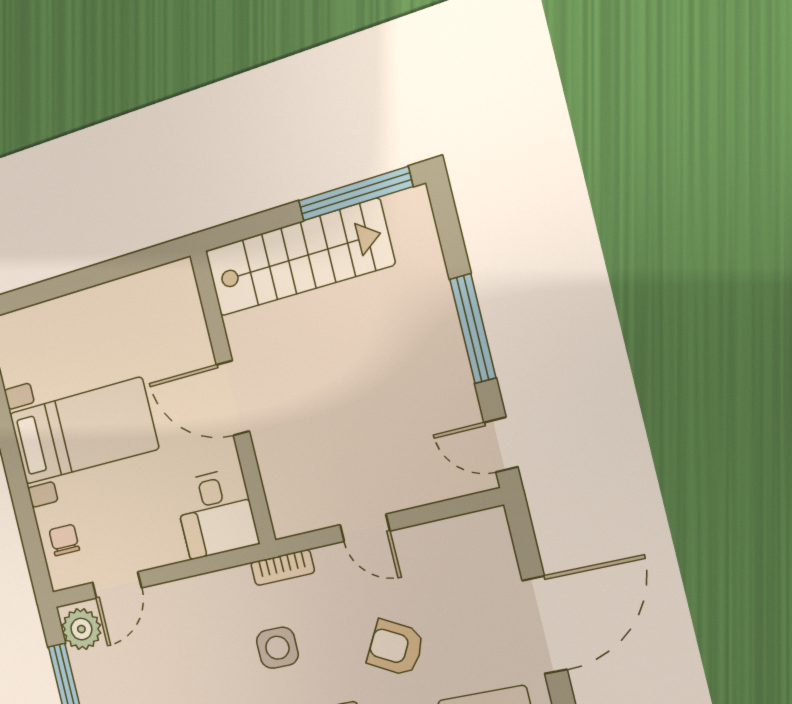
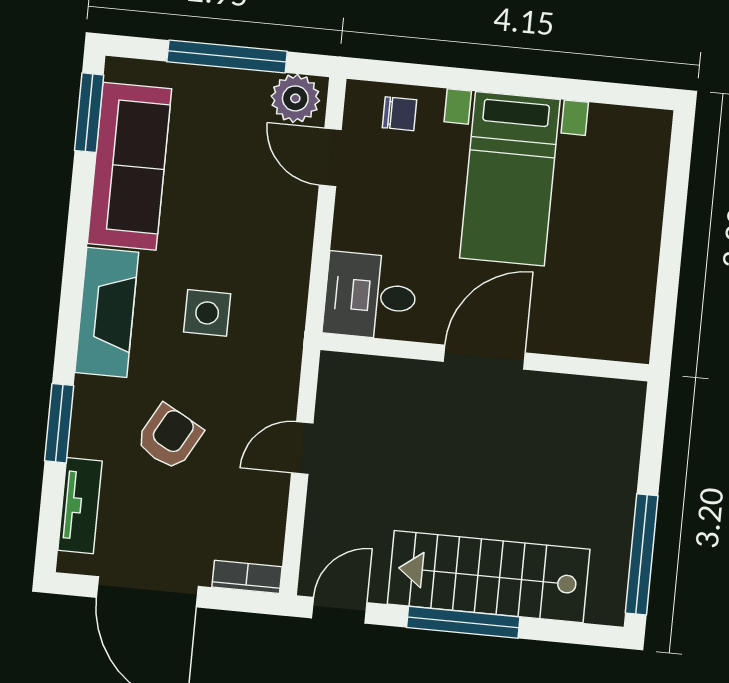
stairs: (299, 258) -> (489, 577), moved, turned 90
bookcase: (283, 568) -> (247, 577), moved, turned 90

